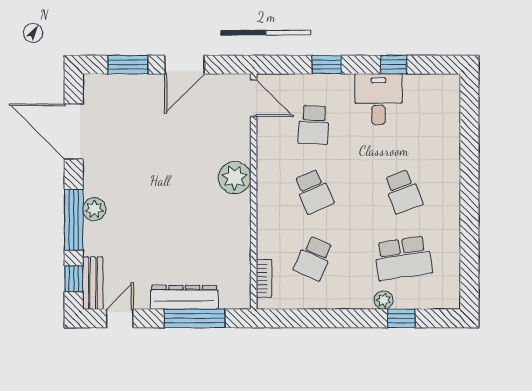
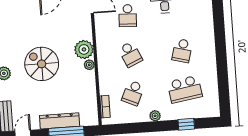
school desk: (403, 192) -> (182, 51), turned 36
spiral stairs: (160, 197) -> (42, 64), added
plant: (242, 205) -> (89, 65), added
plant: (384, 300) -> (155, 116), moved

